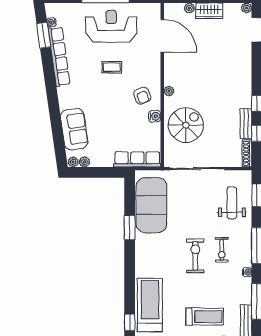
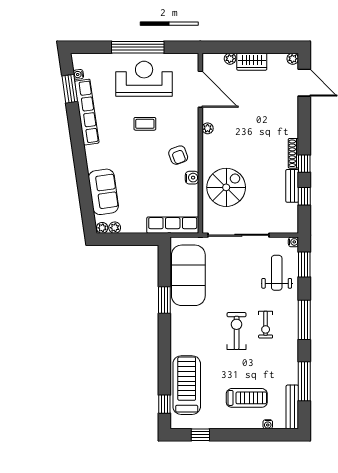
plant: (169, 91) -> (208, 128), moved
shoe rack: (247, 153) -> (293, 153), moved
water cooler: (247, 272) -> (293, 242), moved

